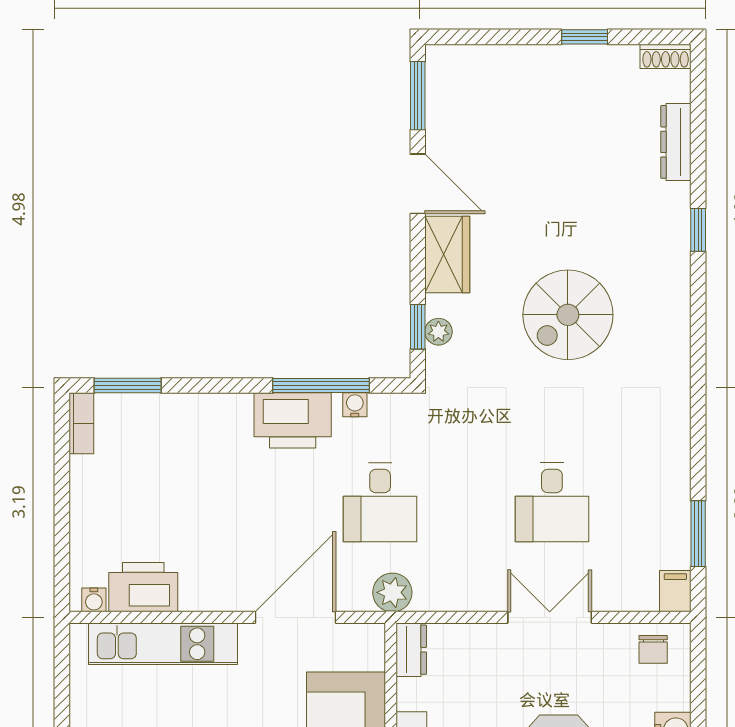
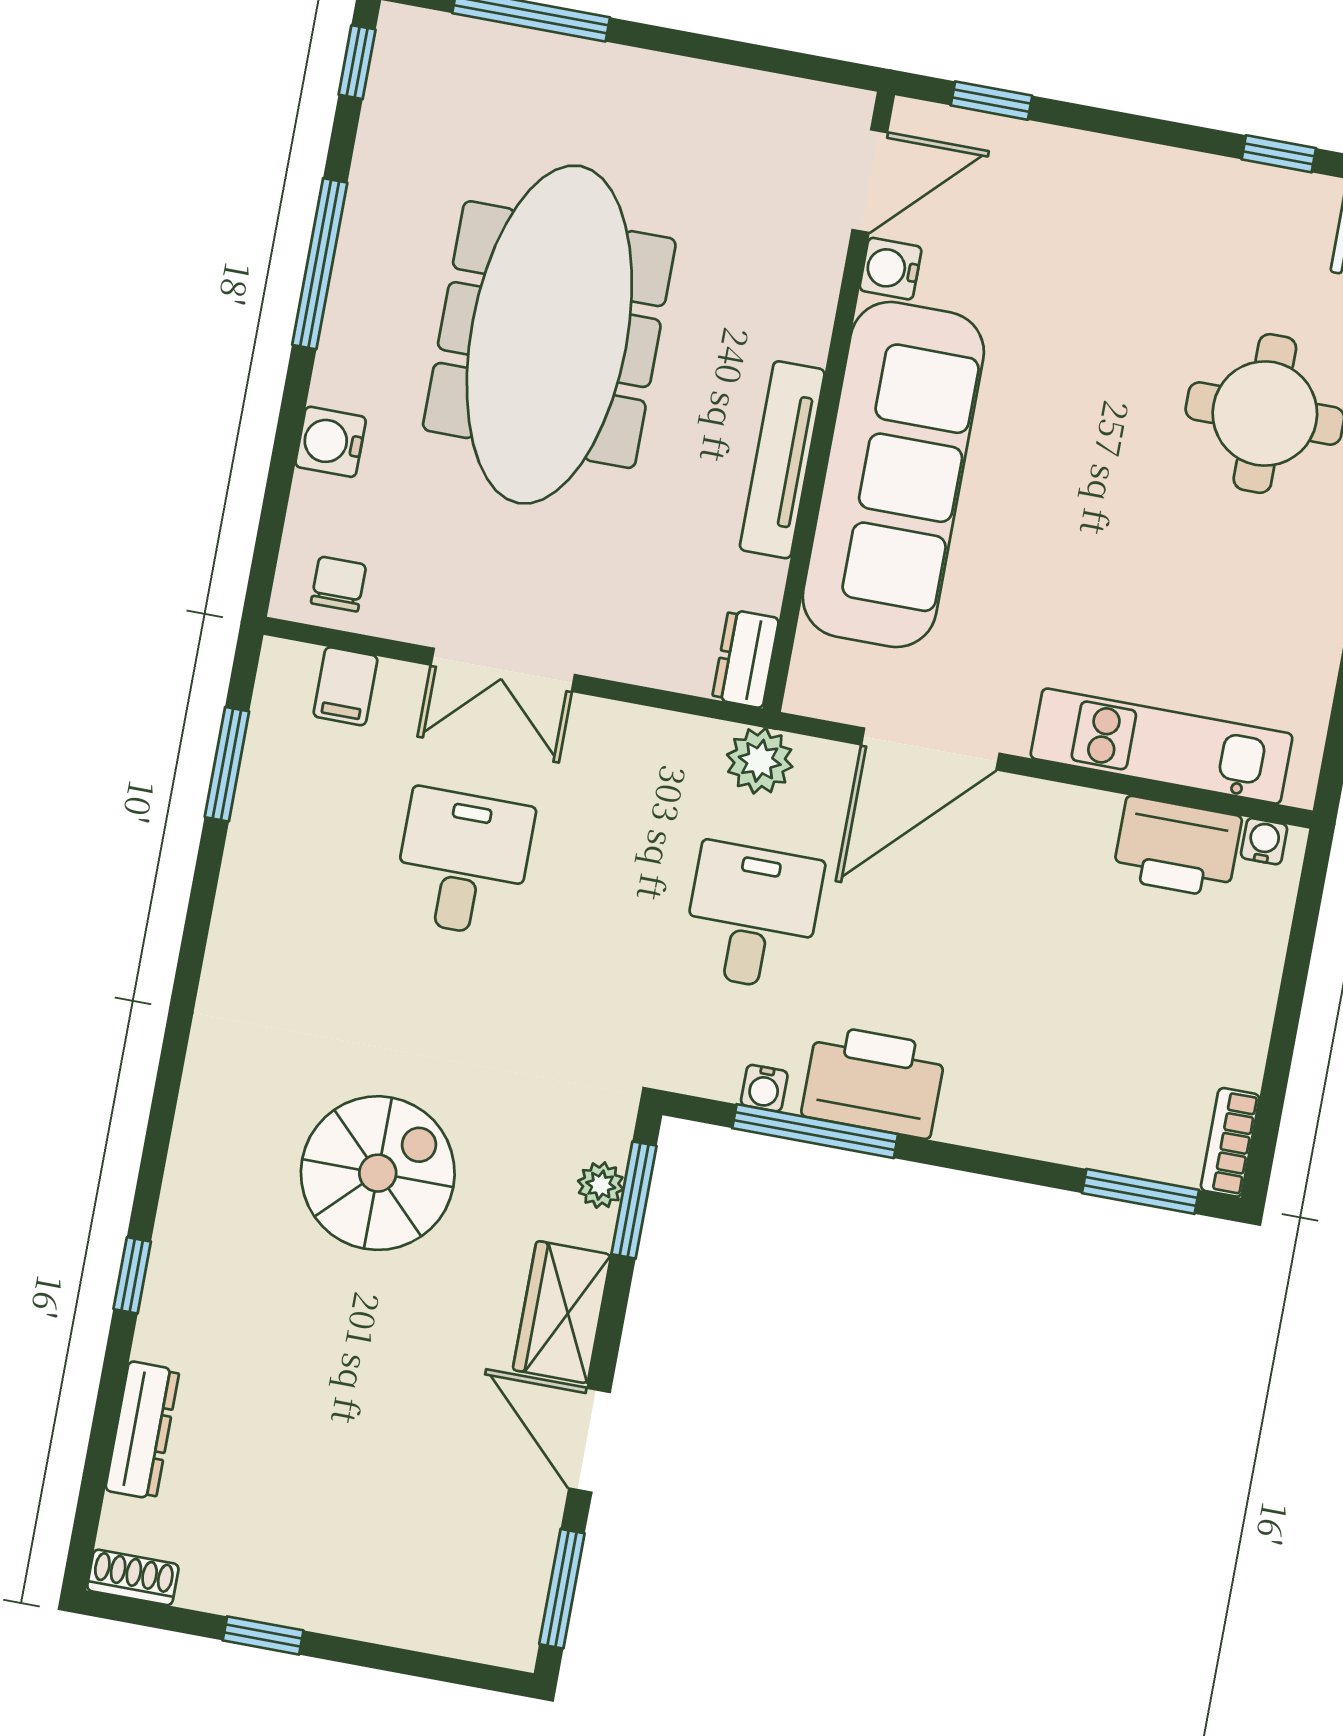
window: (418, 327) -> (634, 1200), width x1.50
filing cabinet: (675, 591) -> (345, 686), moved

